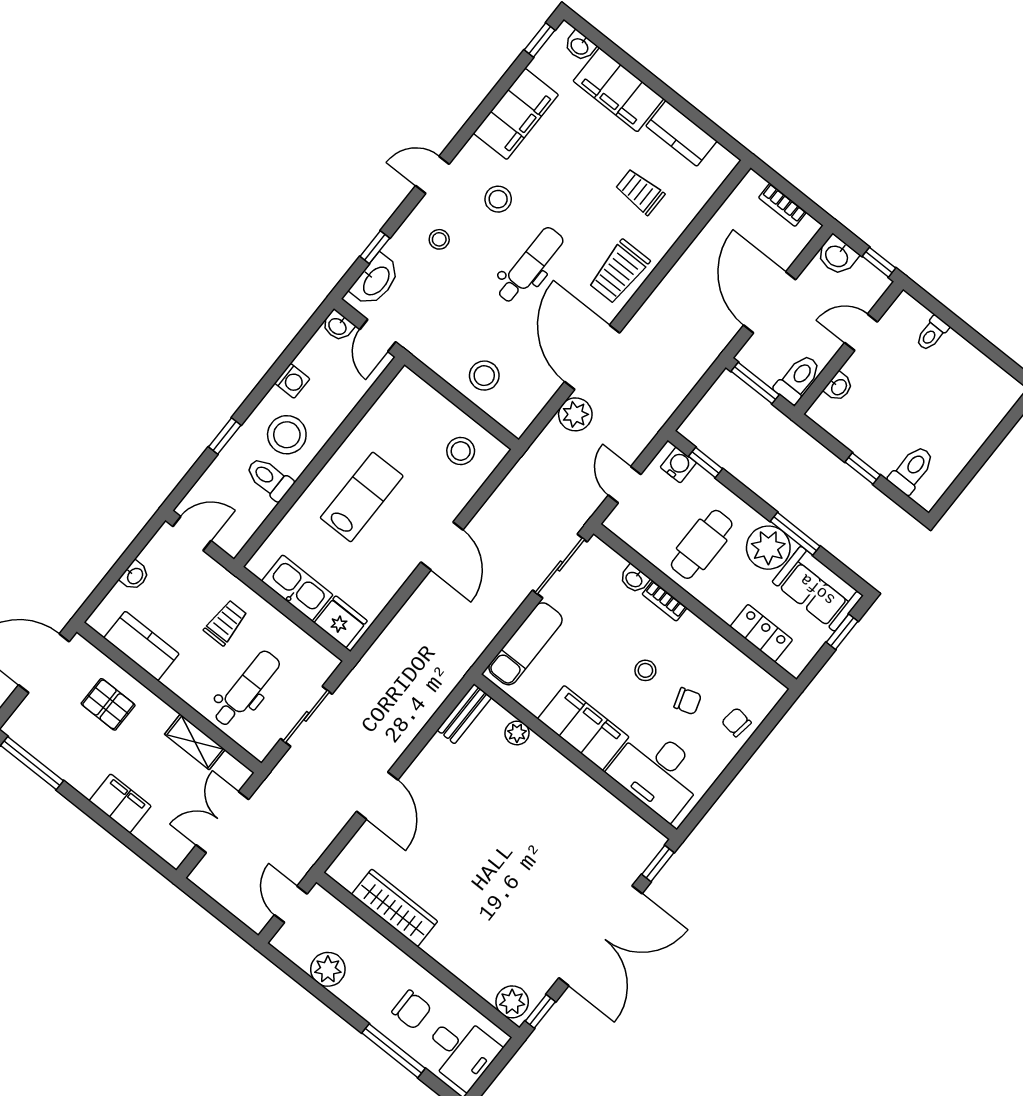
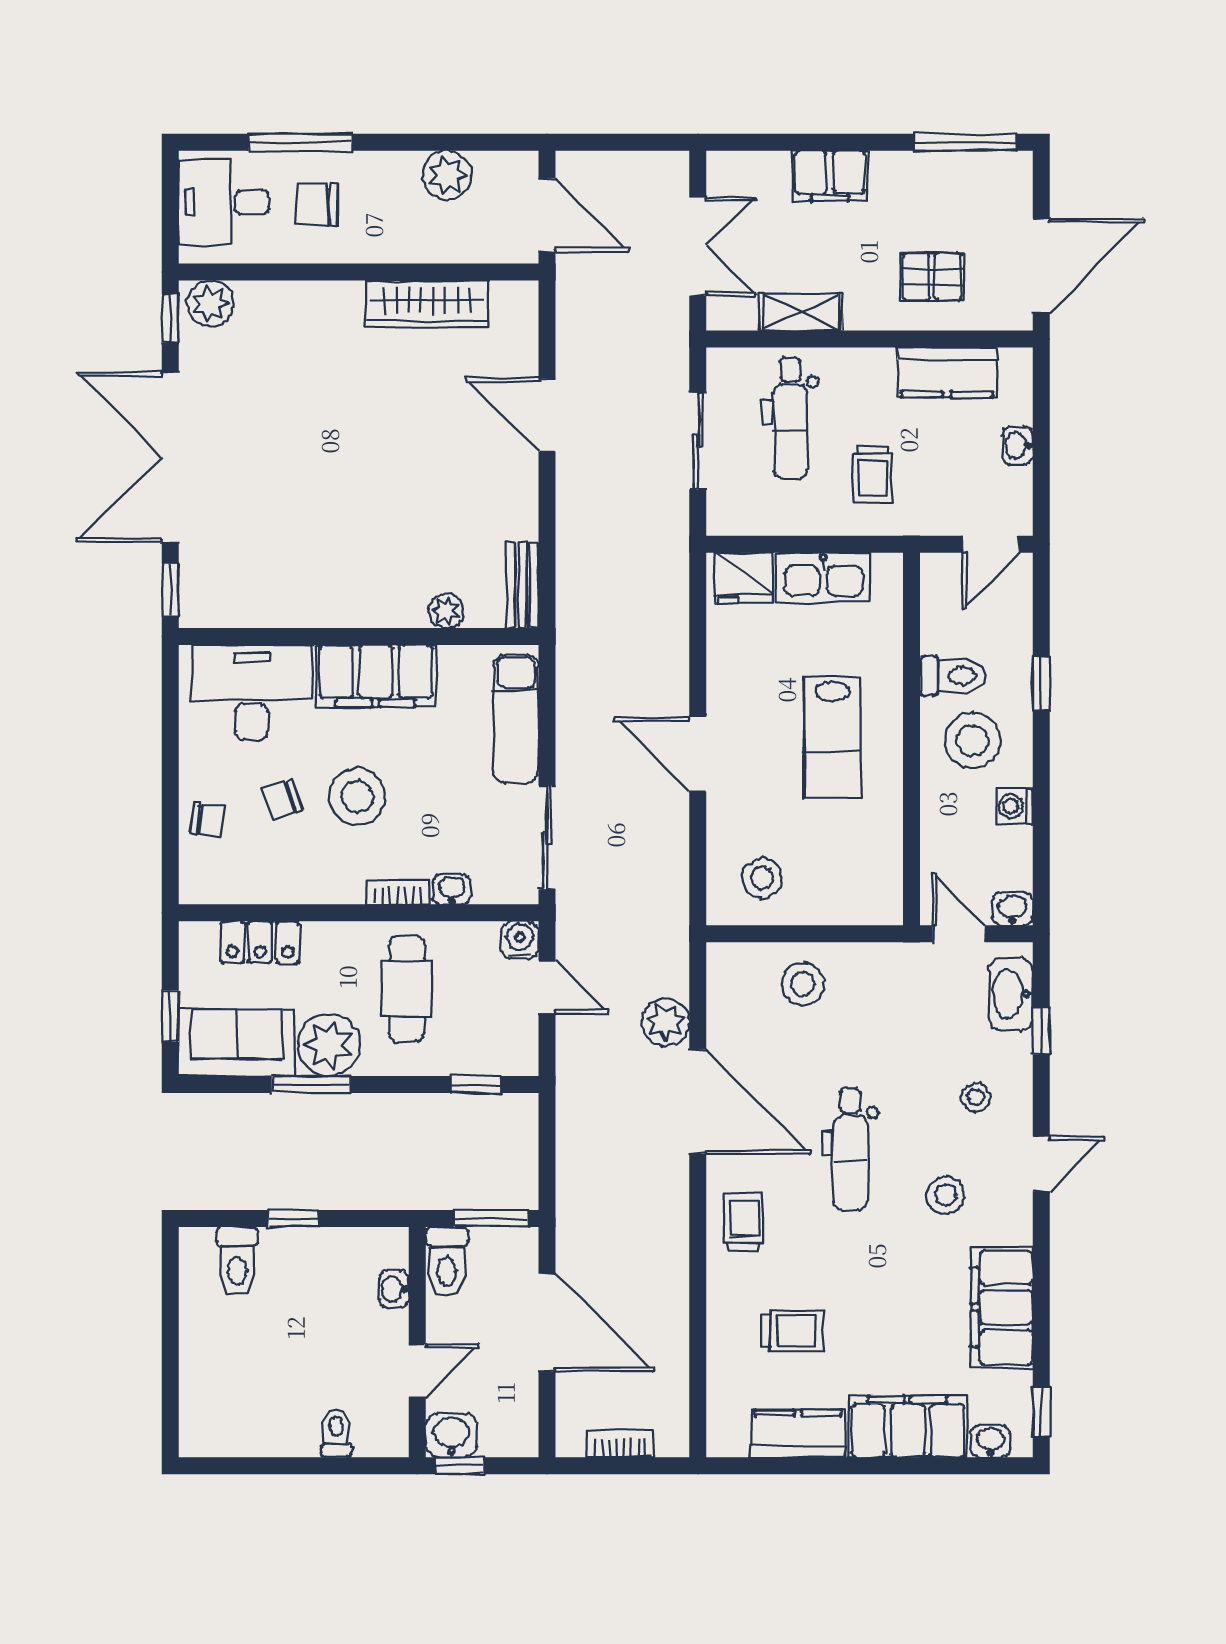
washbasin: (837, 256) -> (451, 1435), moved
trolley: (619, 272) -> (744, 1222), width x0.73, depth x0.72
water cooler: (678, 465) -> (520, 940), moved, turned 180
stool: (645, 670) -> (357, 796), width x1.89, depth x1.89
door: (291, 904) -> (547, 215), width x1.38

